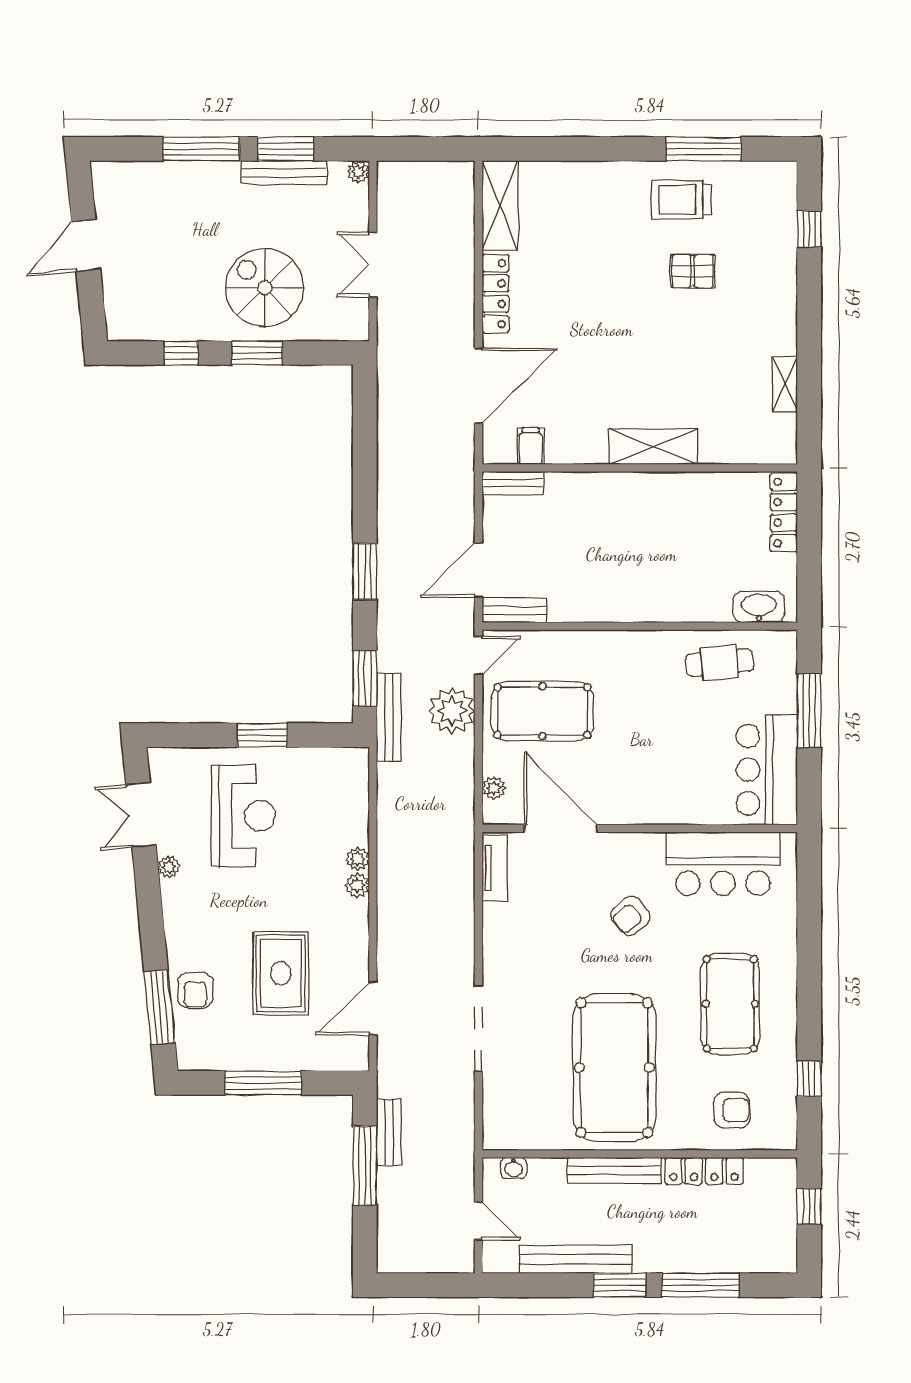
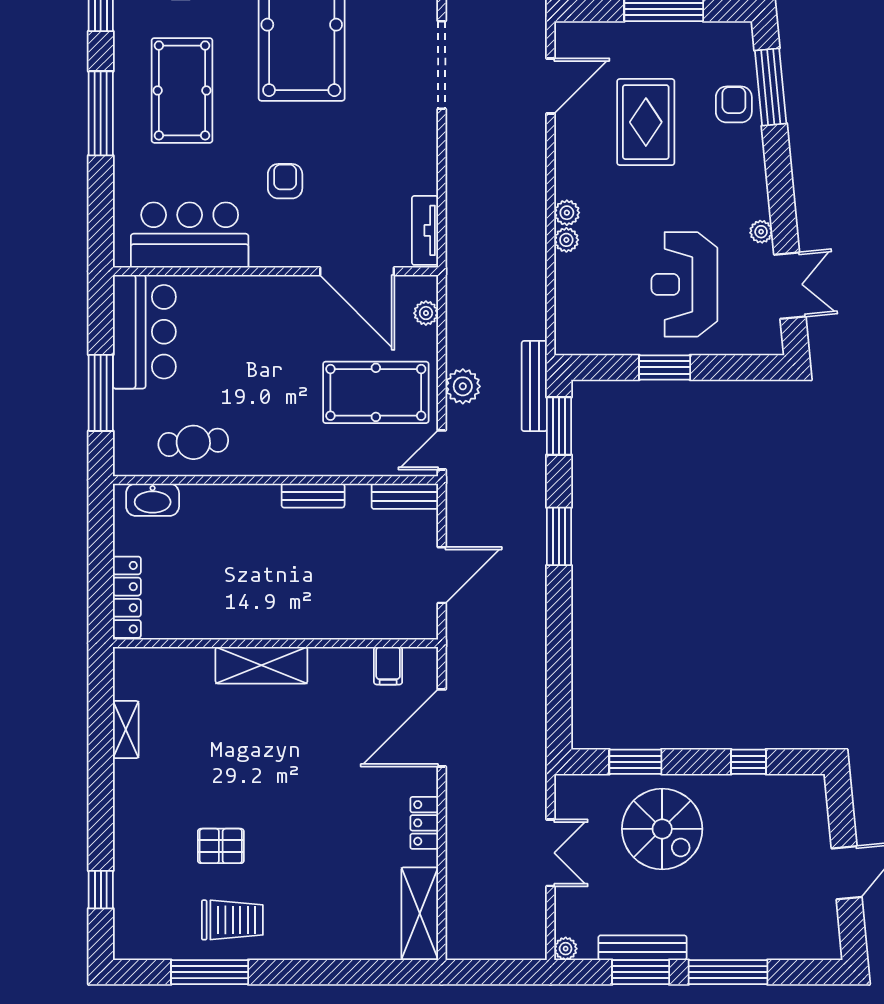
locker: (496, 294) -> (424, 823), width x0.66
window: (257, 353) -> (635, 762), moved
bench: (513, 483) -> (313, 496), moved
door: (479, 570) -> (442, 575), moved
plant: (452, 711) -> (463, 386), width x0.73, depth x0.73
armchair: (630, 916) -> (285, 181), turned -49
window: (809, 982) -> (101, 113), added

